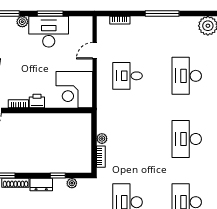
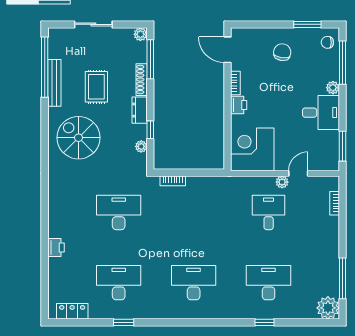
window: (50, 13) -> (343, 146), moved
window: (162, 13) -> (343, 278), moved
desk: (49, 32) -> (321, 113), width x0.73
door: (95, 51) -> (298, 173), hinge flipped
plant: (102, 139) -> (282, 182), moved

